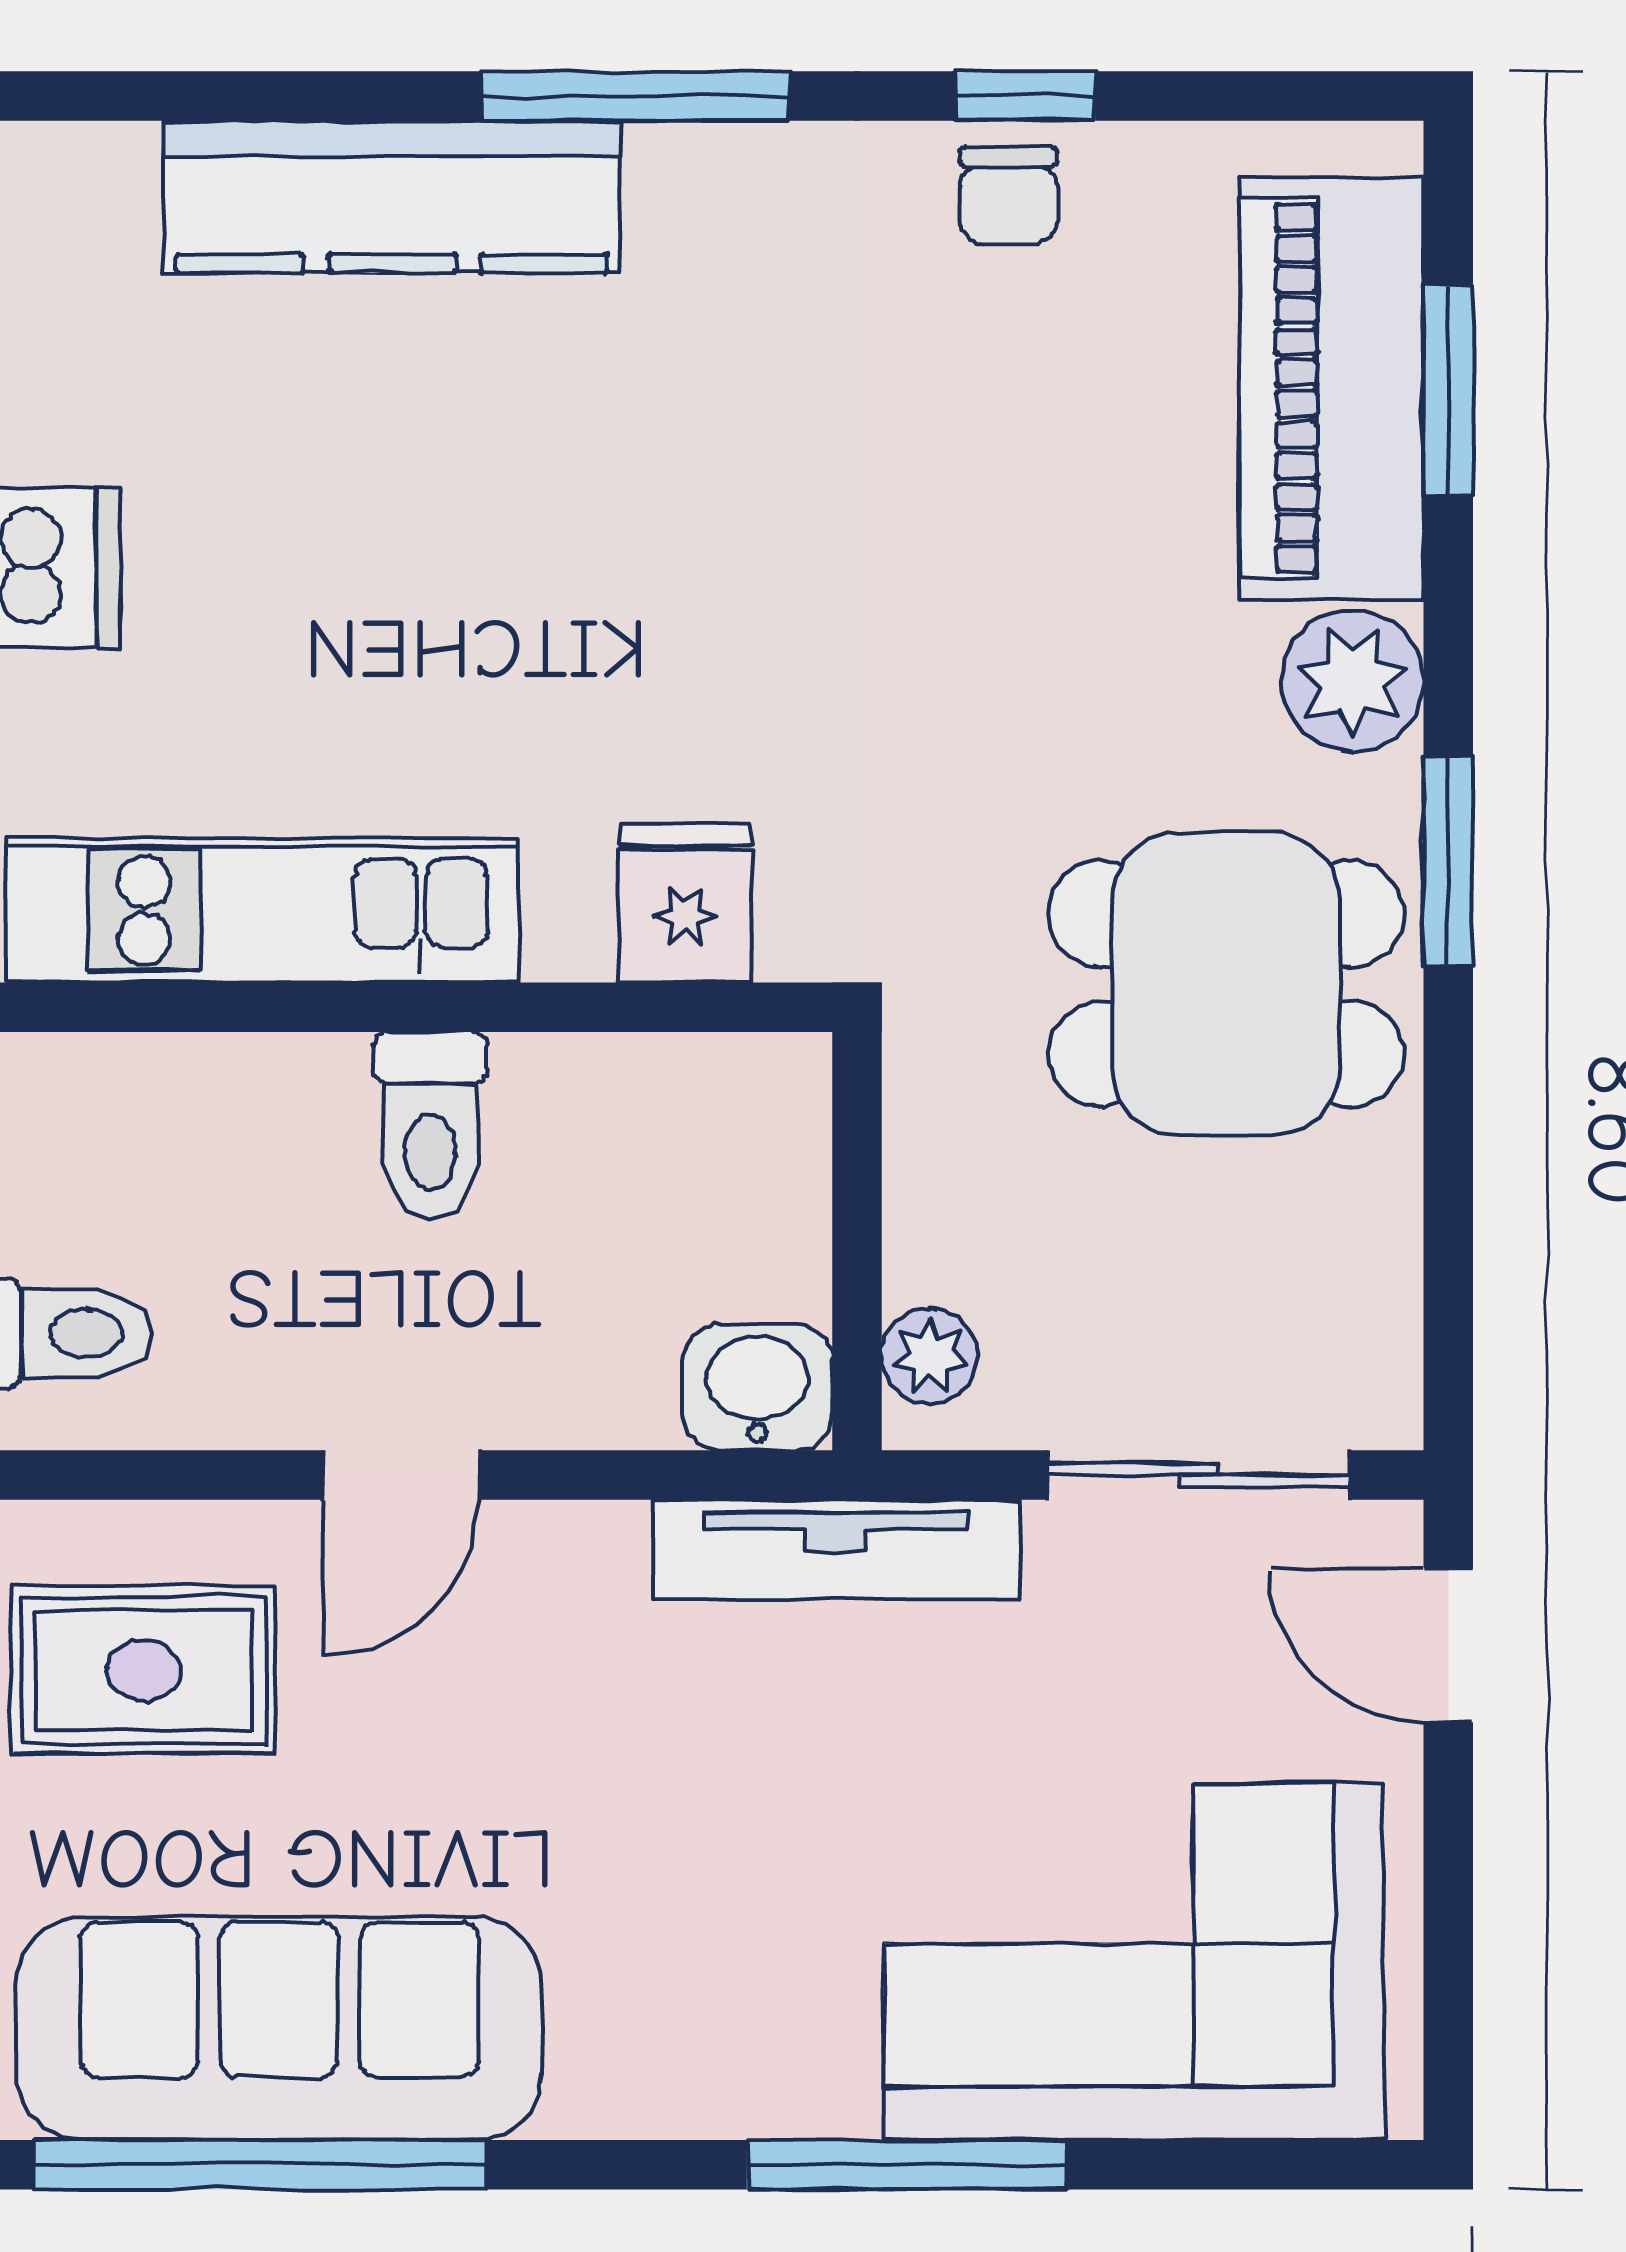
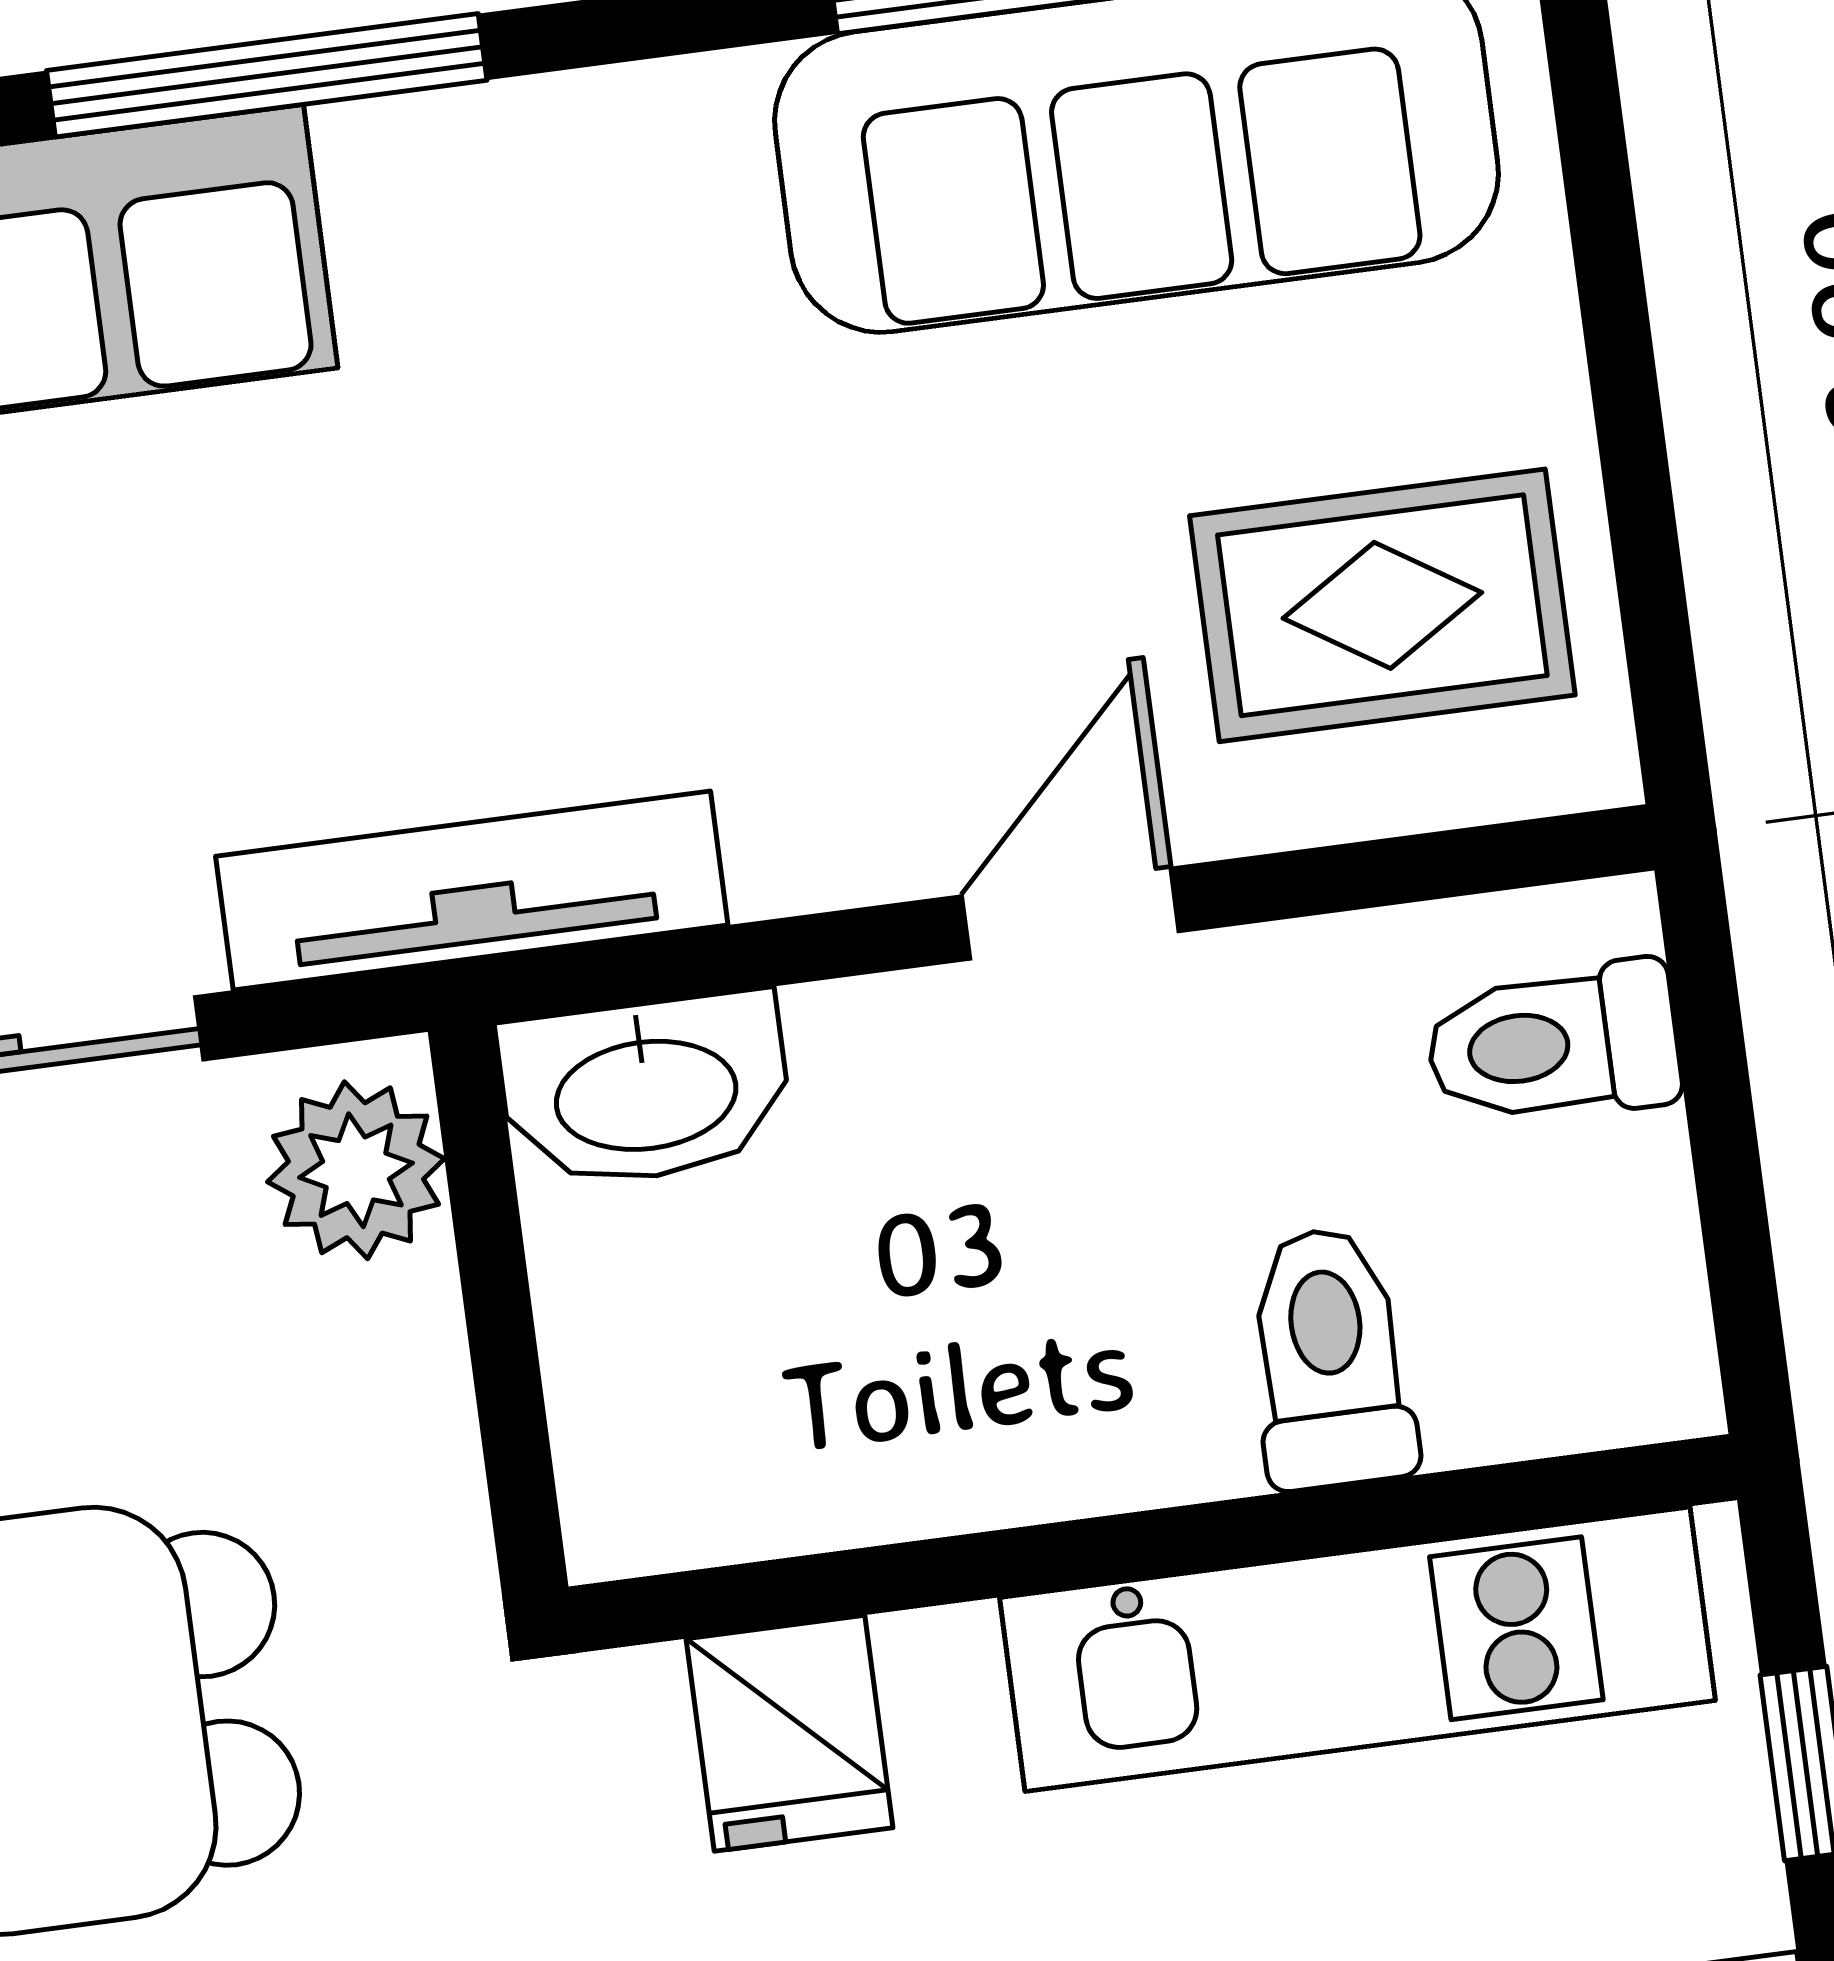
toilet: (431, 1126) -> (1330, 1358), moved
plant: (930, 1356) -> (356, 1170), width x1.38, depth x1.38
washbasin: (757, 1387) -> (645, 1090), width x1.38

